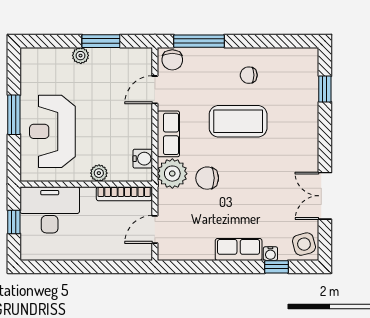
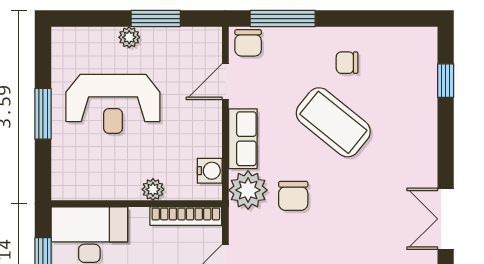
coffee table: (238, 121) -> (333, 122), turned 39
reception desk: (52, 131) -> (113, 104), moved, turned -90
chair: (207, 178) -> (293, 196), turned -90

